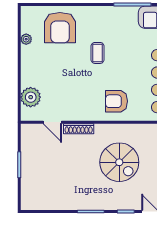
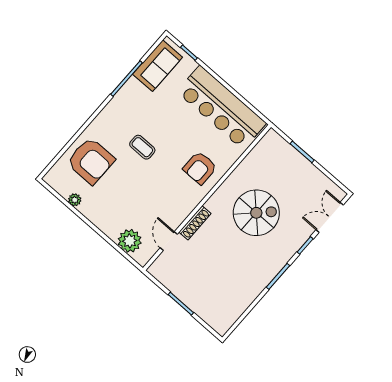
door: (52, 122) -> (169, 241), swing flipped

